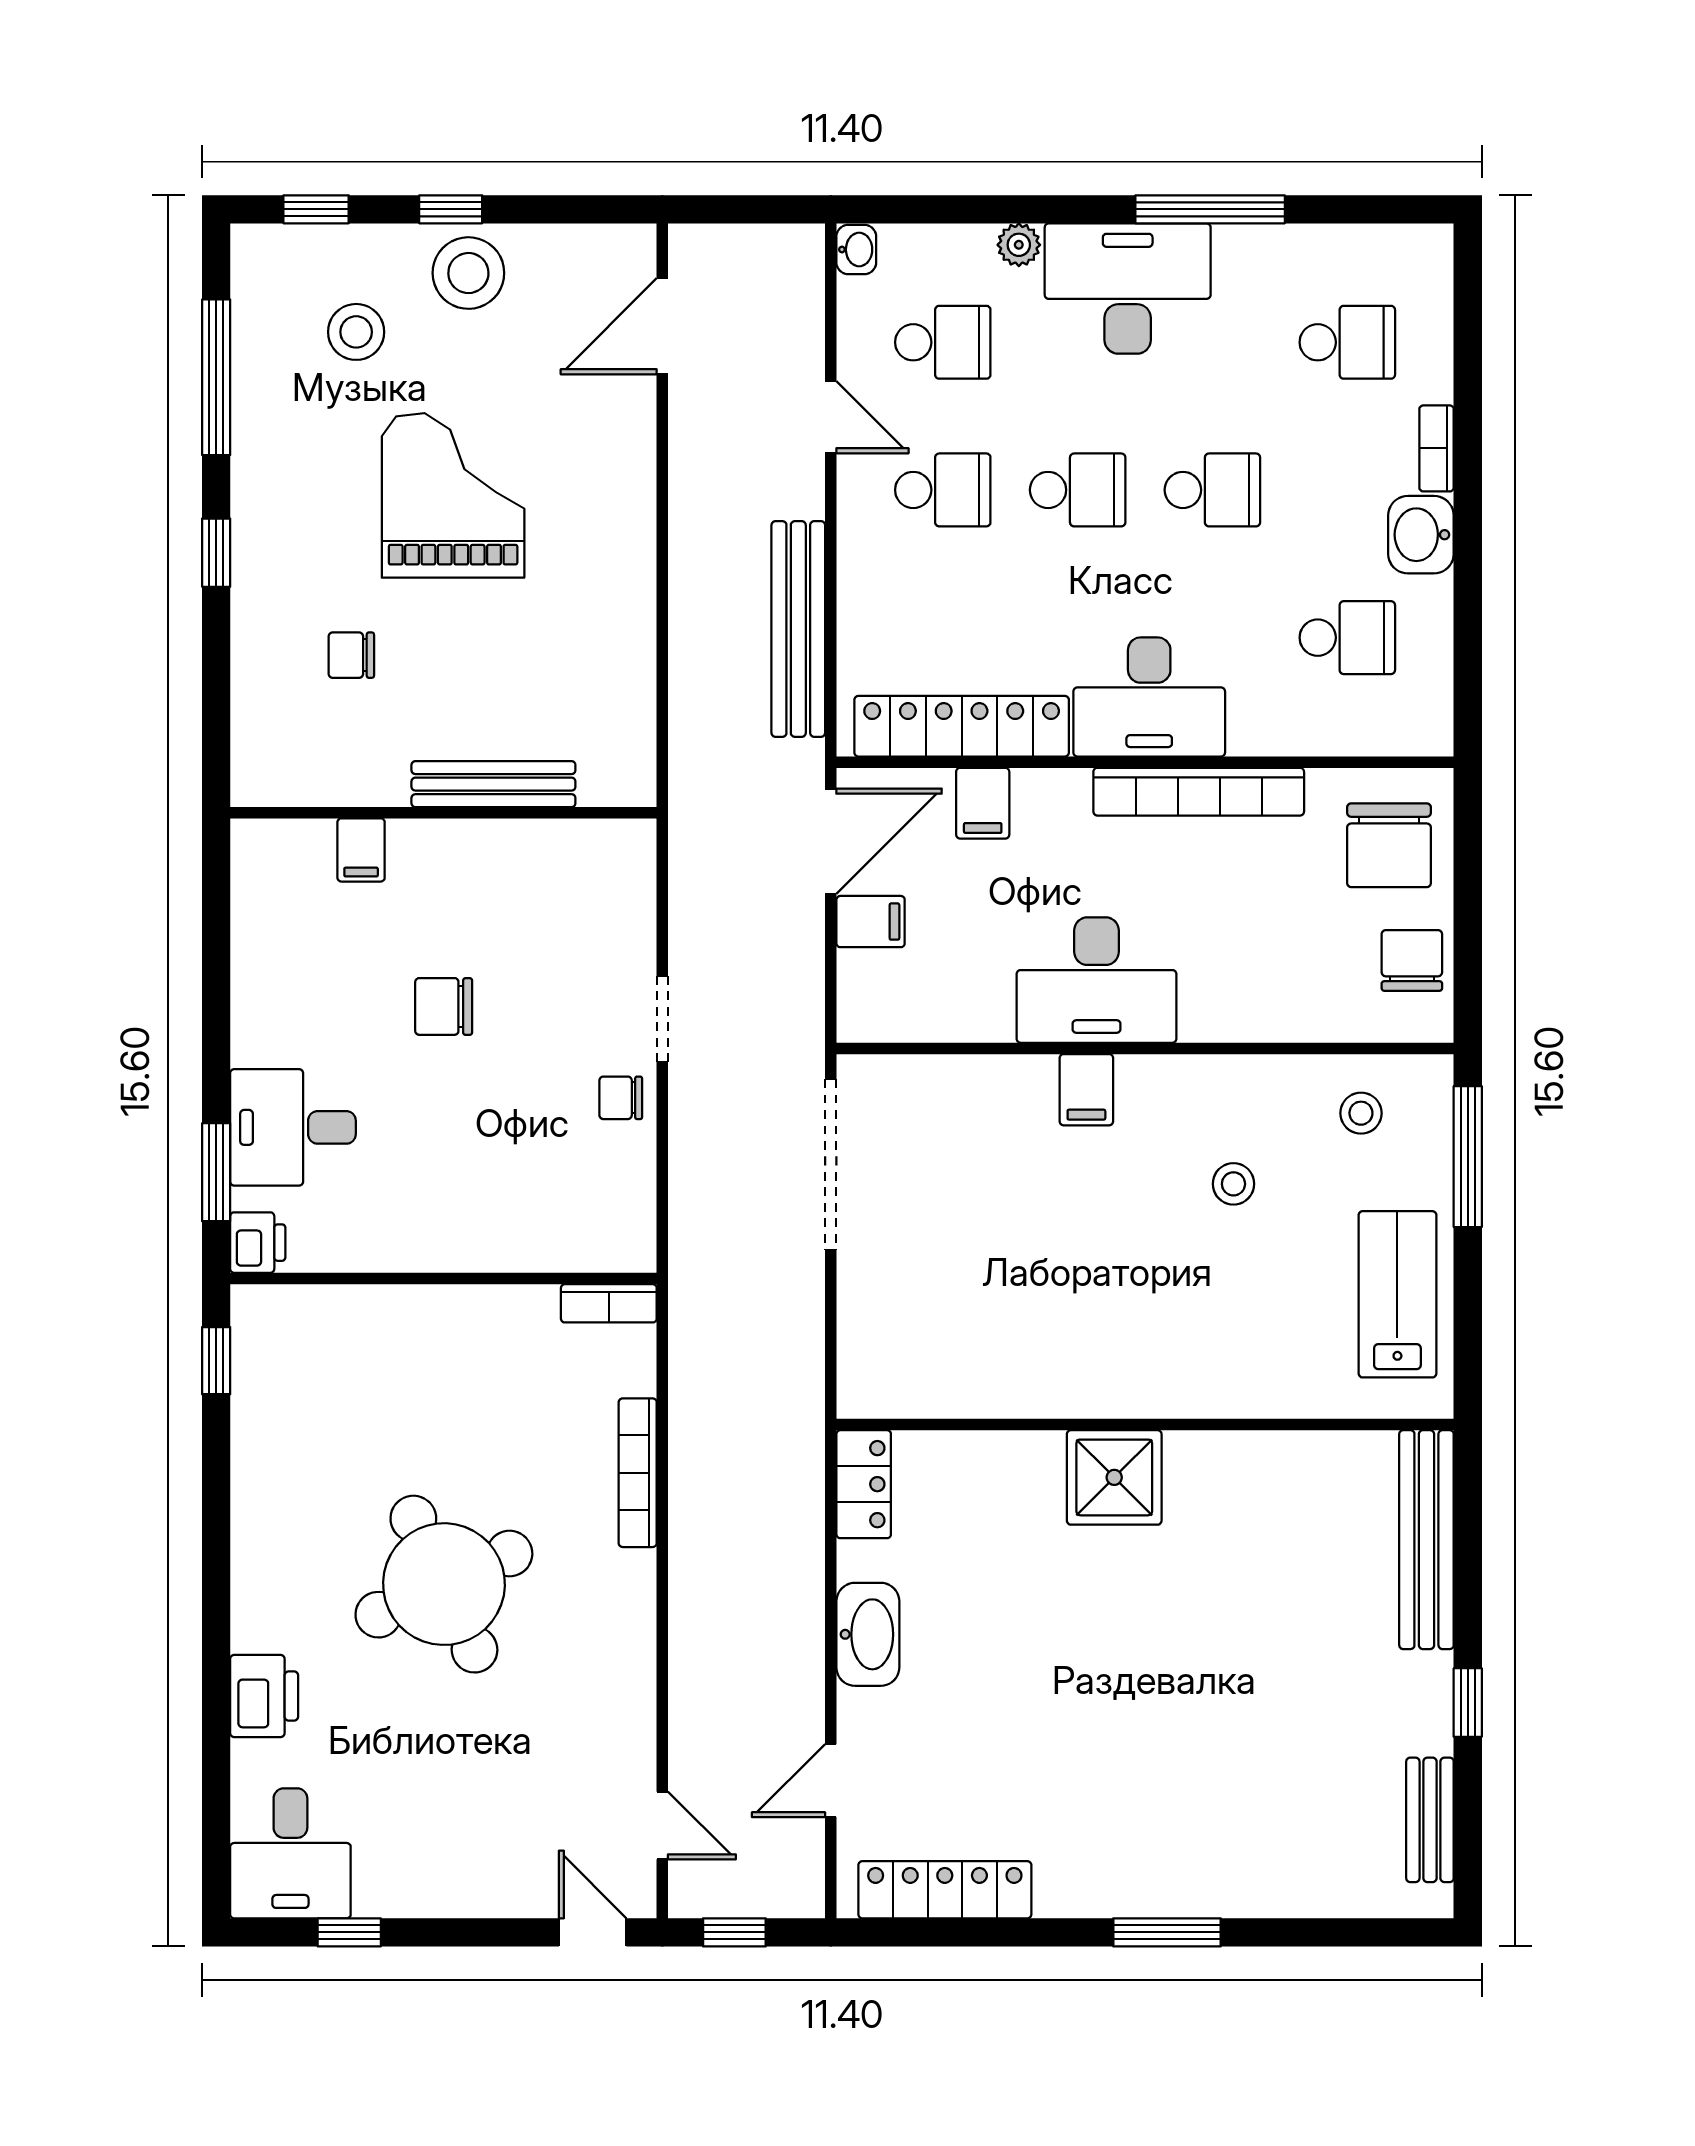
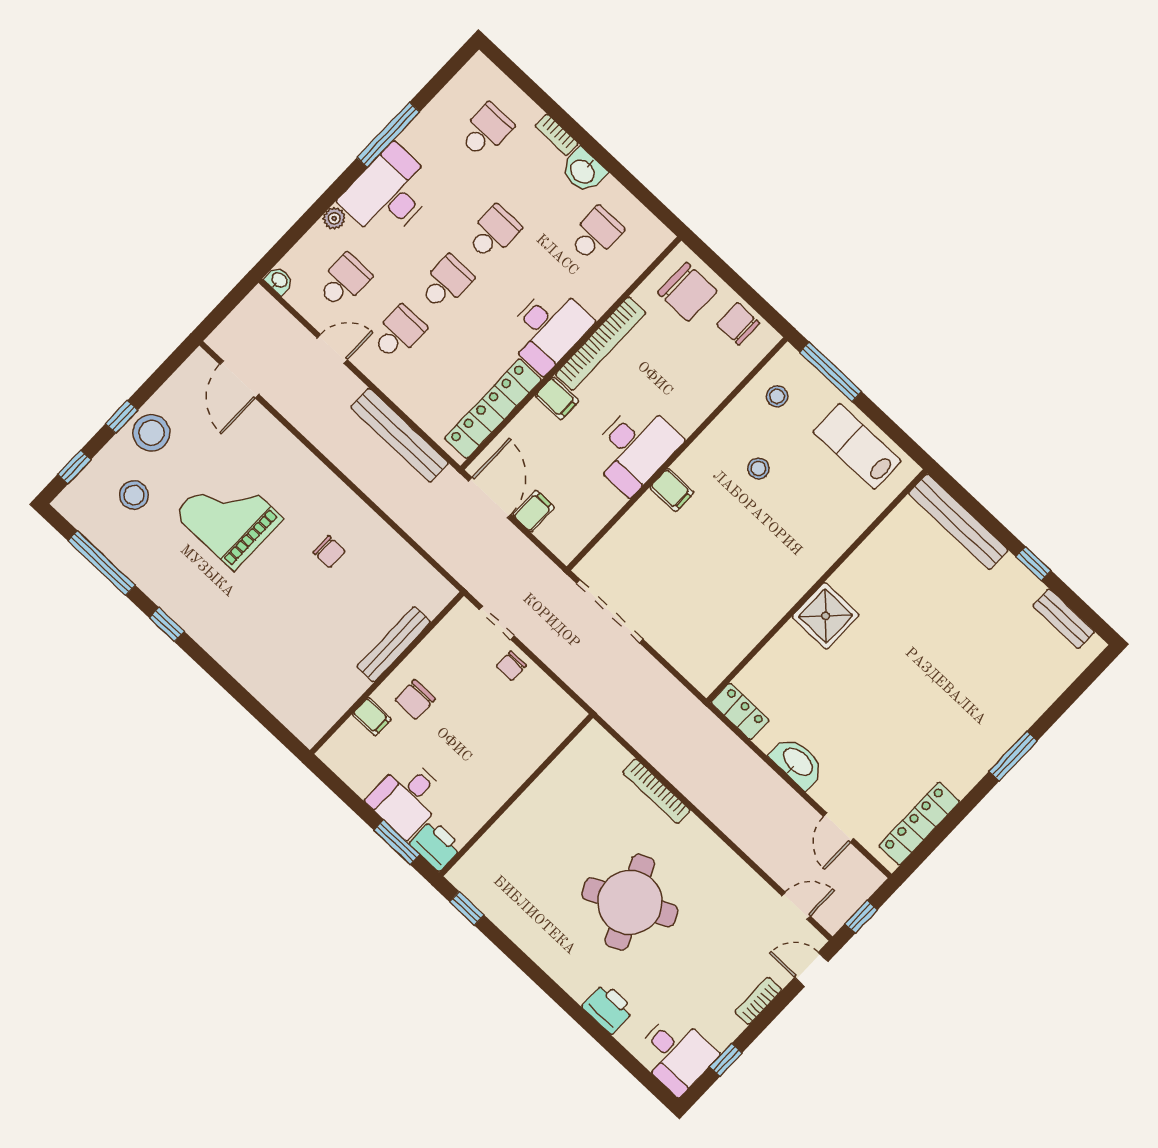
chair: (351, 655) -> (329, 552), moved, turned -90
bench: (493, 784) -> (394, 644), moved
filing cabinet: (983, 803) -> (557, 398), moved
wall: (443, 813) -> (387, 673), moved
filing cabinet: (361, 850) -> (372, 717), moved
printer: (258, 1243) -> (436, 845), width x1.36, depth x1.24
bookcase: (609, 1303) -> (758, 1001), moved, turned 180

